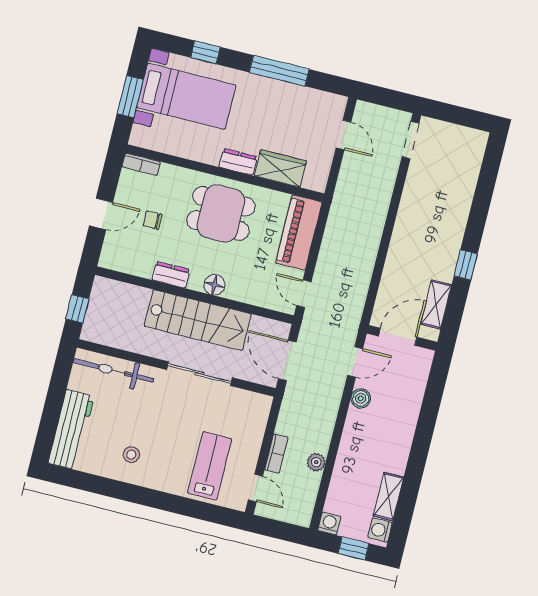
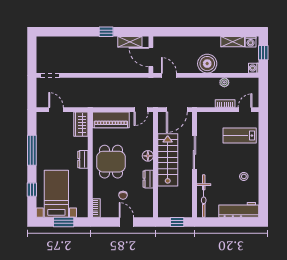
door: (344, 135) -> (56, 110), hinge flipped
wardrobe: (280, 168) -> (81, 124), moved
boiler: (361, 398) -> (207, 64), moved, width x1.86, depth x1.86

